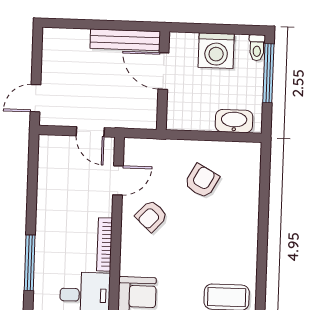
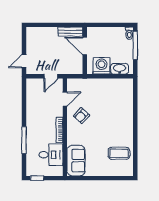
bench: (125, 40) -> (70, 32), width x0.73
washing machine: (216, 51) -> (102, 66), moved, turned 180
door: (90, 132) -> (51, 76), hinge flipped
armchair: (202, 181) -> (105, 98), removed

